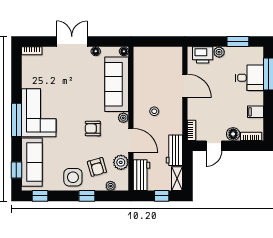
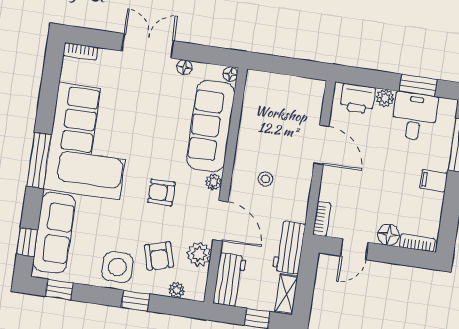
desk: (249, 78) -> (415, 116), moved, turned -90
filing cabinet: (255, 112) -> (434, 181), moved
corner sofa: (39, 113) -> (89, 141), width x1.36, depth x1.36

